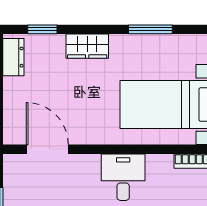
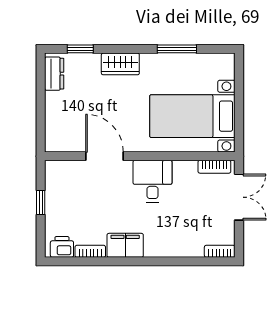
door: (47, 149) -> (105, 156), moved

